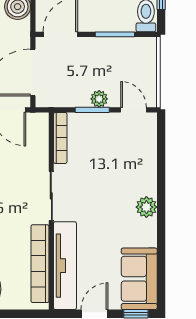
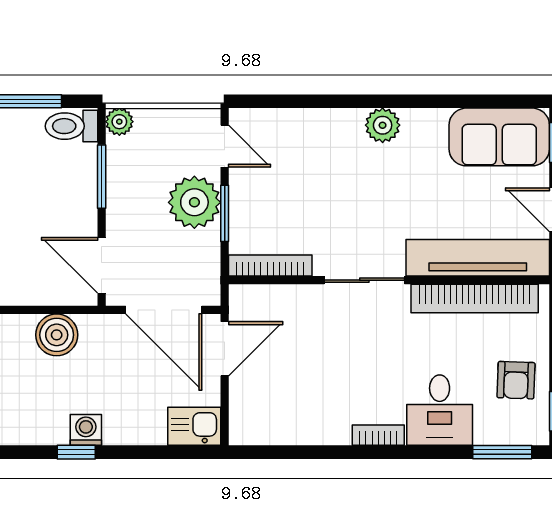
plant: (149, 45) -> (119, 122), added
plant: (99, 99) -> (194, 202), width x1.87, depth x1.87
door: (134, 110) -> (225, 146), swing flipped

